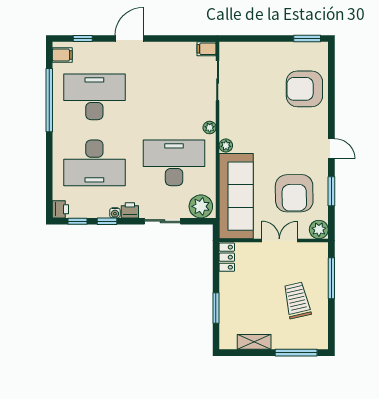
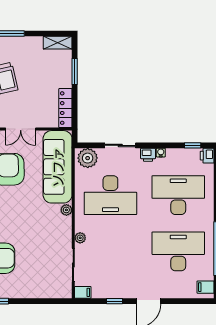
window: (83, 38) -> (114, 301), moved
desk: (94, 97) -> (178, 251), turned 180
plant: (210, 128) -> (80, 238), moved
window: (107, 221) -> (168, 145), removed
locker: (227, 257) -> (65, 108), width x1.53
shelving: (254, 342) -> (58, 43), moved

